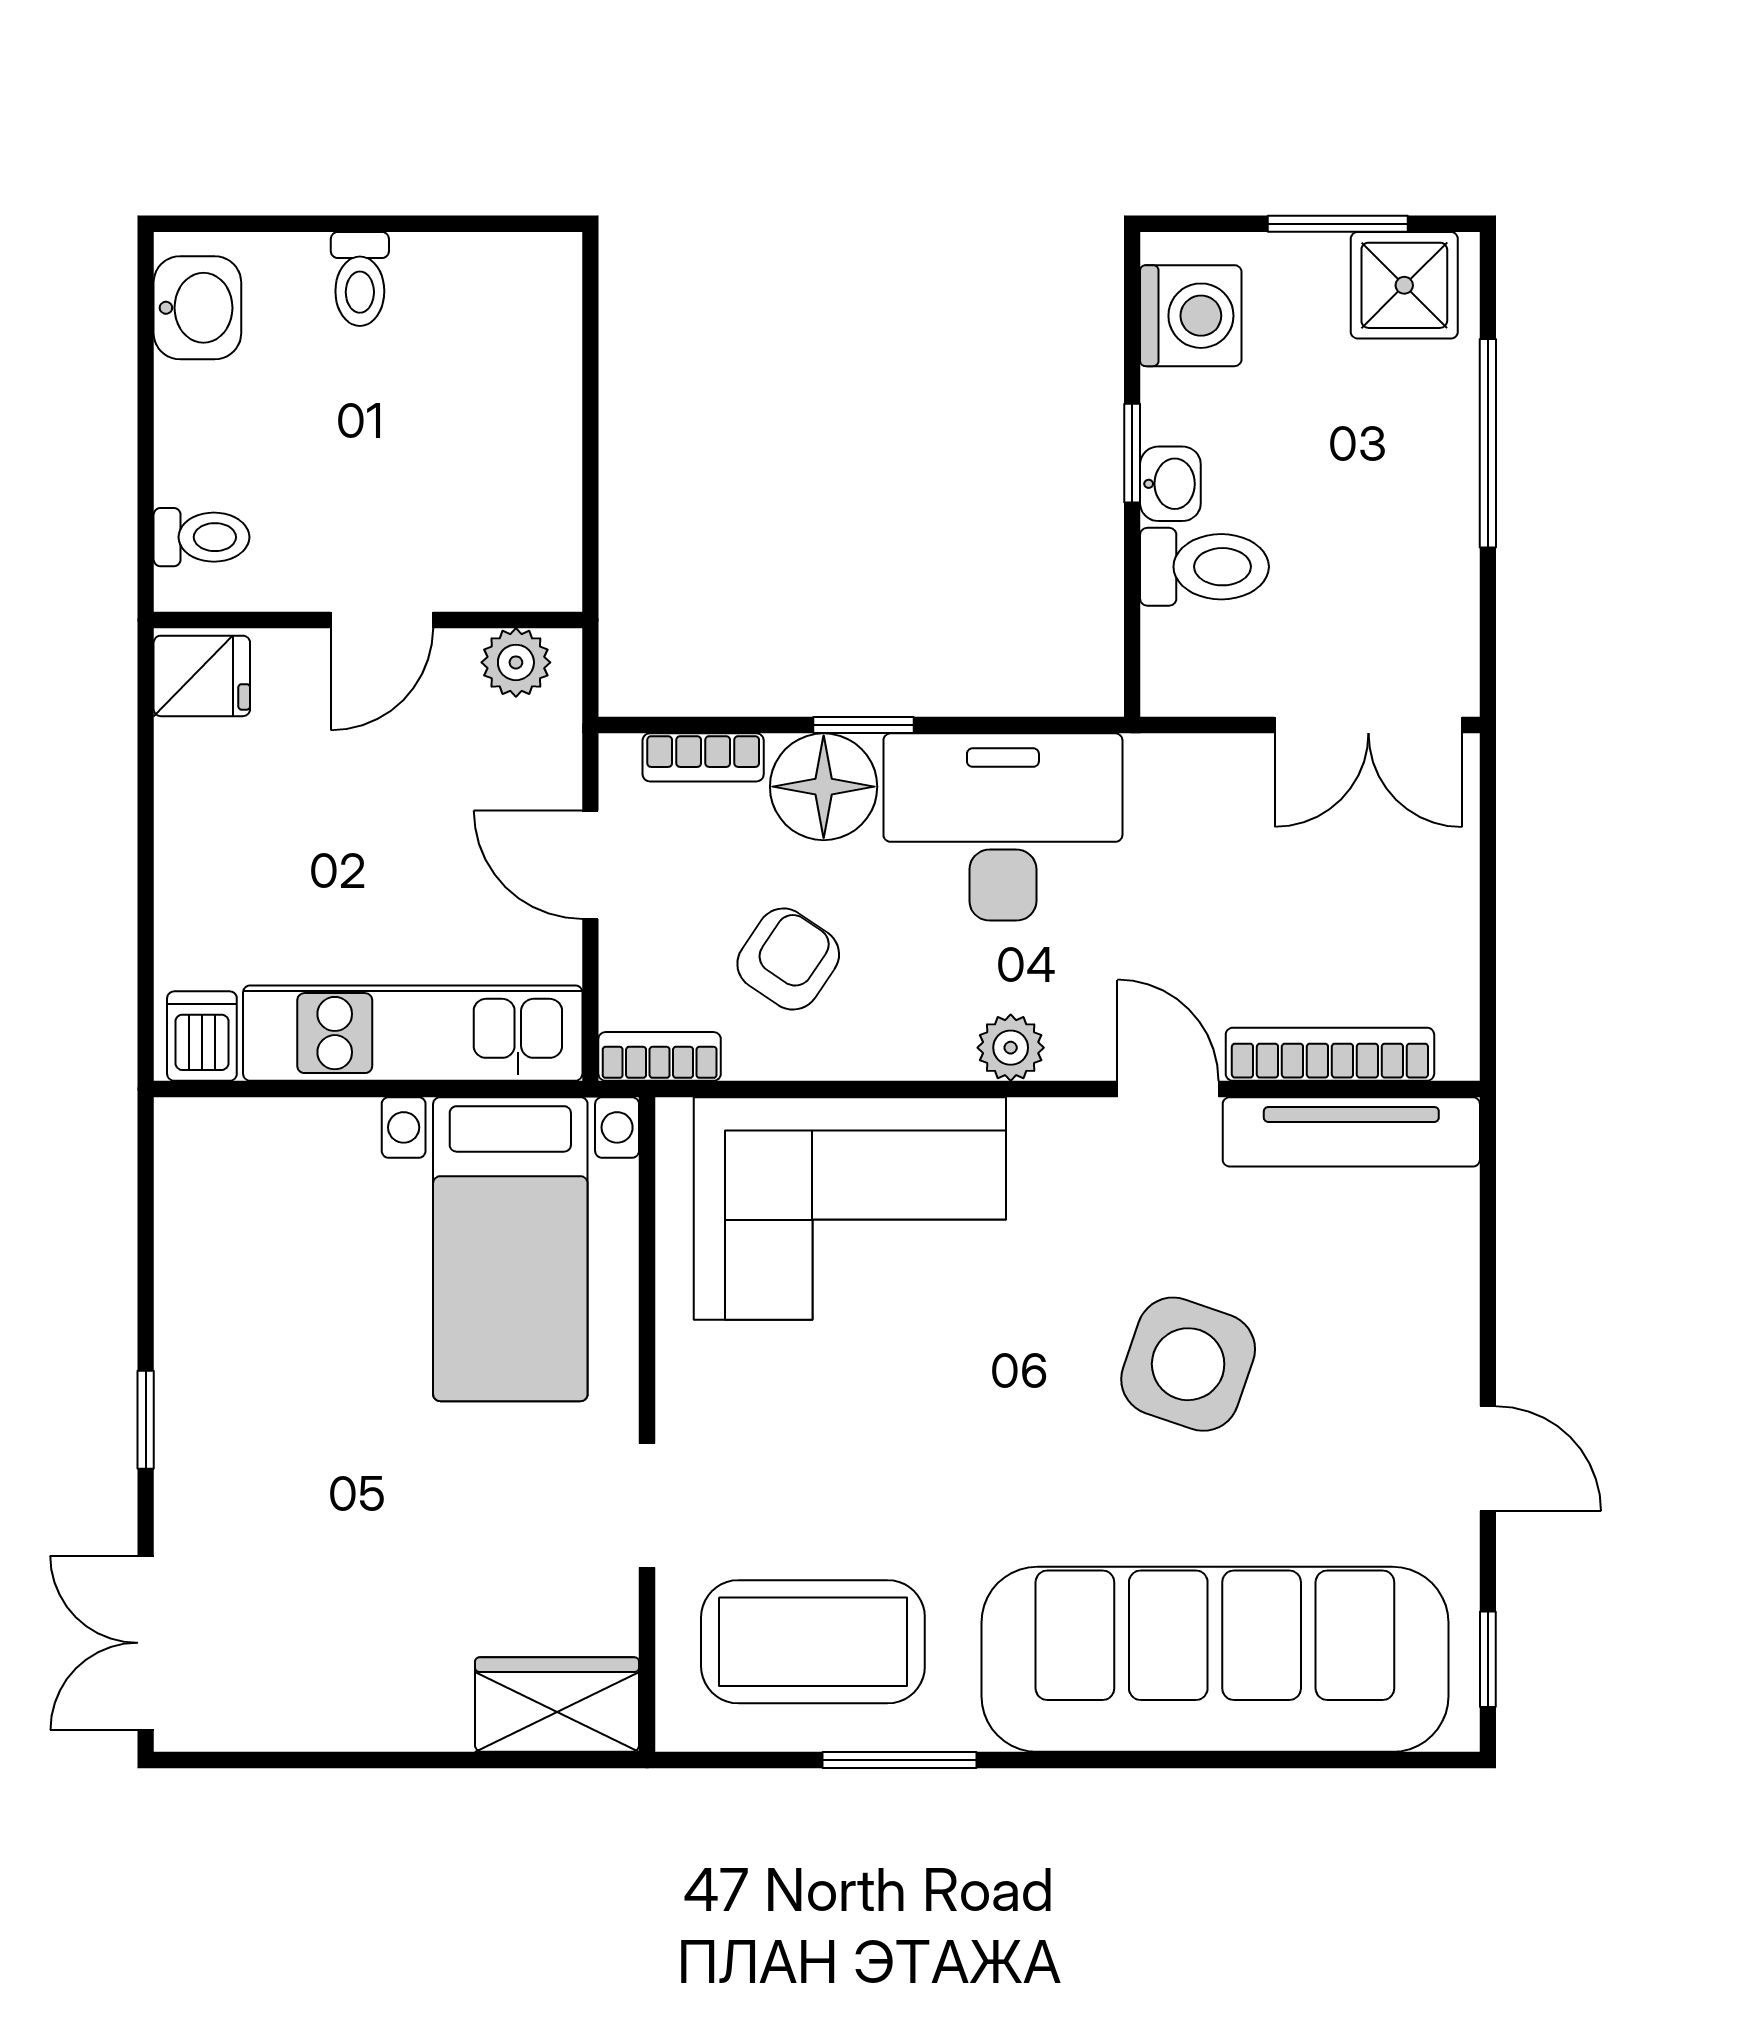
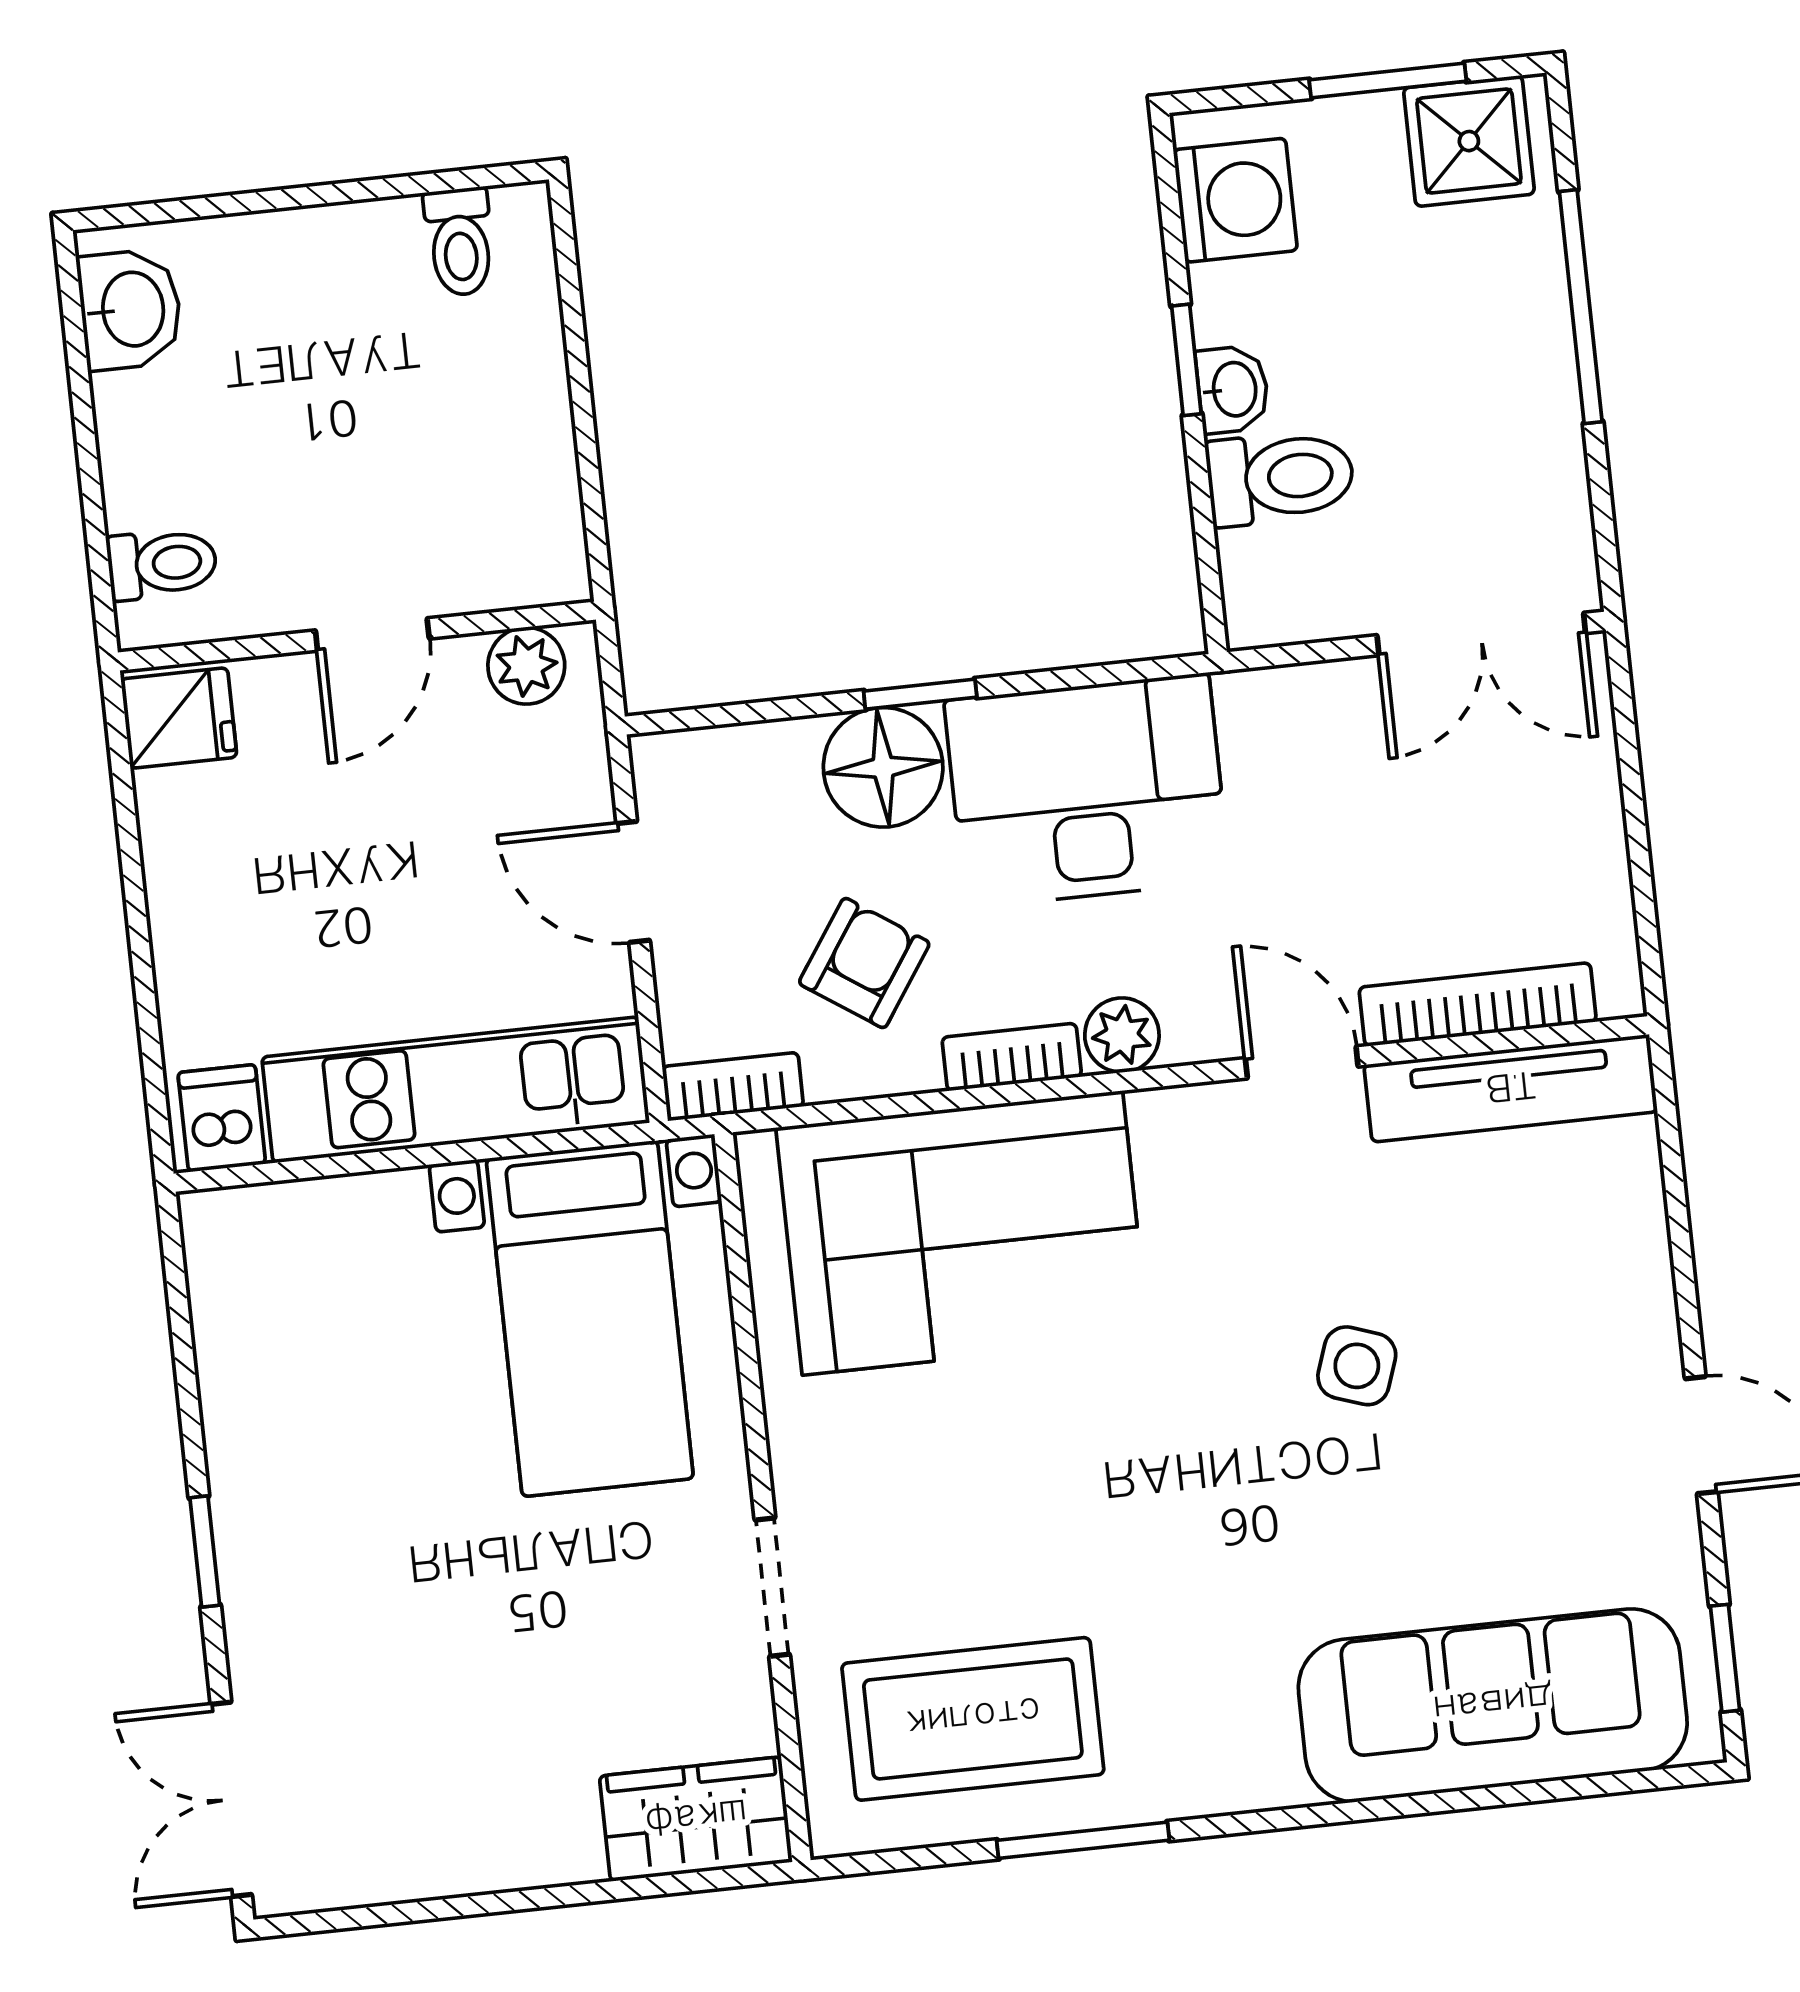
toilet: (360, 279) -> (460, 242), moved
bookcase: (703, 757) -> (1012, 1057), moved, turned 180
side table: (1188, 1364) -> (1357, 1366), width x0.54, depth x0.54
sofa: (1215, 1659) -> (1493, 1705), width x0.74, depth x0.79

